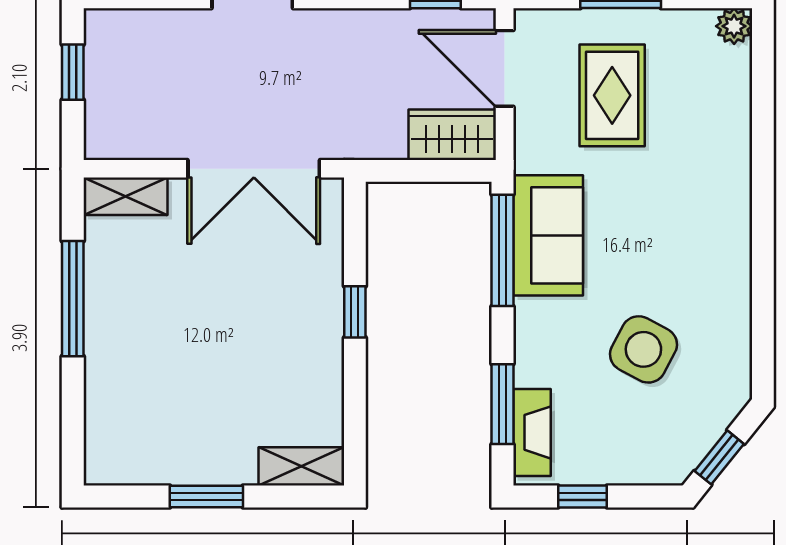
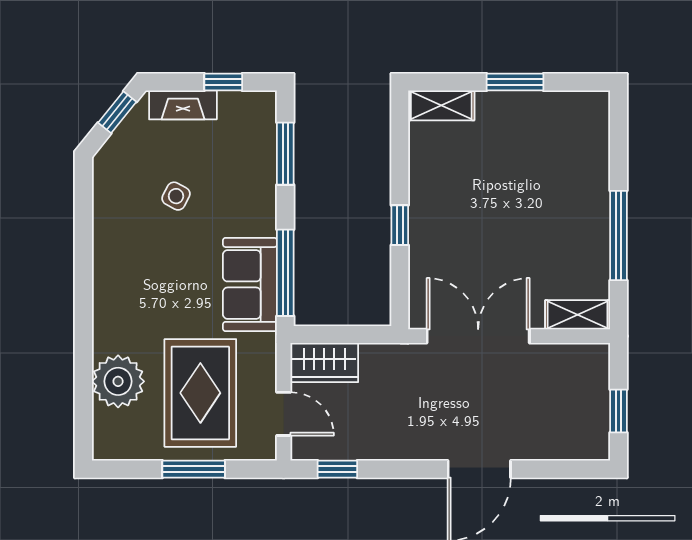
plant: (734, 26) -> (118, 381), moved, width x1.88, depth x1.88
door: (505, 68) -> (284, 414), width x0.73
rug: (612, 95) -> (200, 393), width x1.36, depth x1.43
side table: (643, 349) -> (176, 196), width x0.54, depth x0.54
fireplace: (532, 432) -> (183, 105), moved, turned -90

